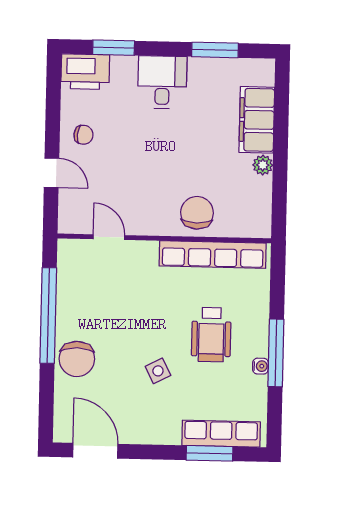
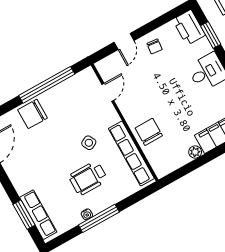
chair: (197, 213) -> (149, 132), turned -91
side table: (158, 371) -> (89, 143), moved

